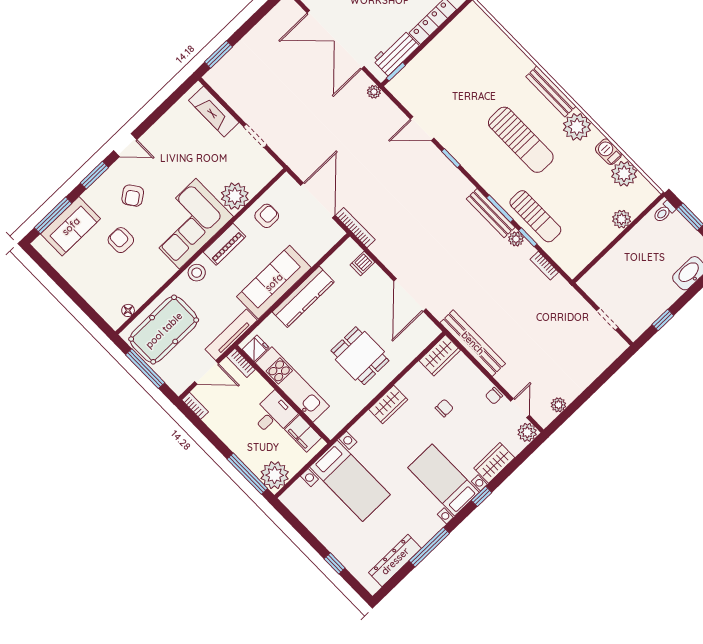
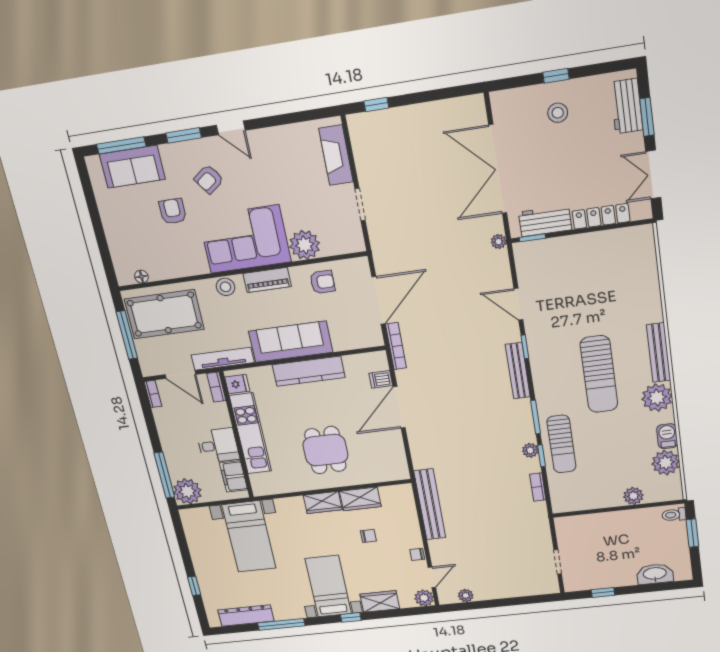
window: (218, 54) -> (376, 105), width x0.67
bench: (491, 213) -> (518, 371), moved
door: (410, 295) -> (399, 407), moved
wardrobe: (440, 355) -> (360, 499), moved

